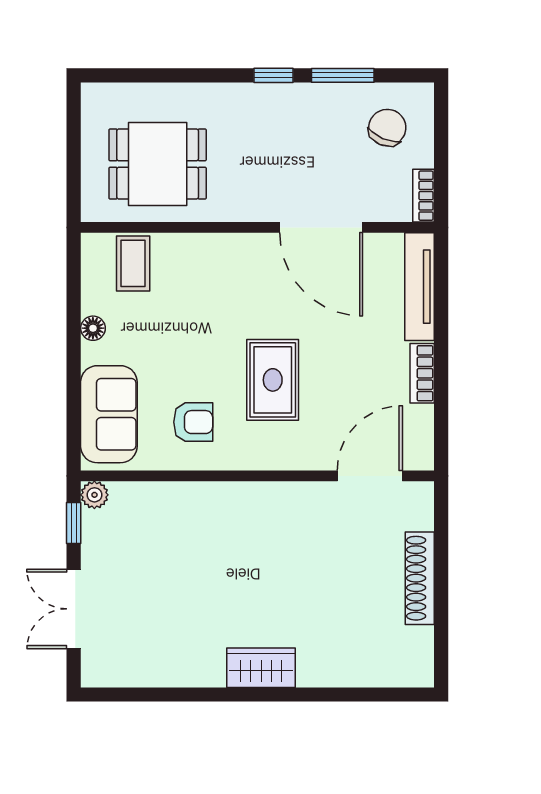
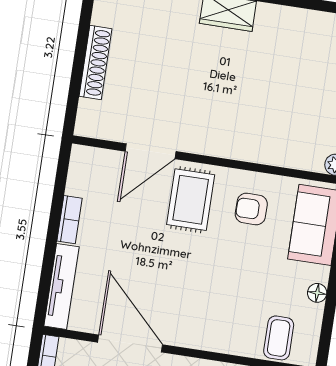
rug: (273, 380) -> (191, 200), moved
door: (370, 476) -> (151, 151), moved

